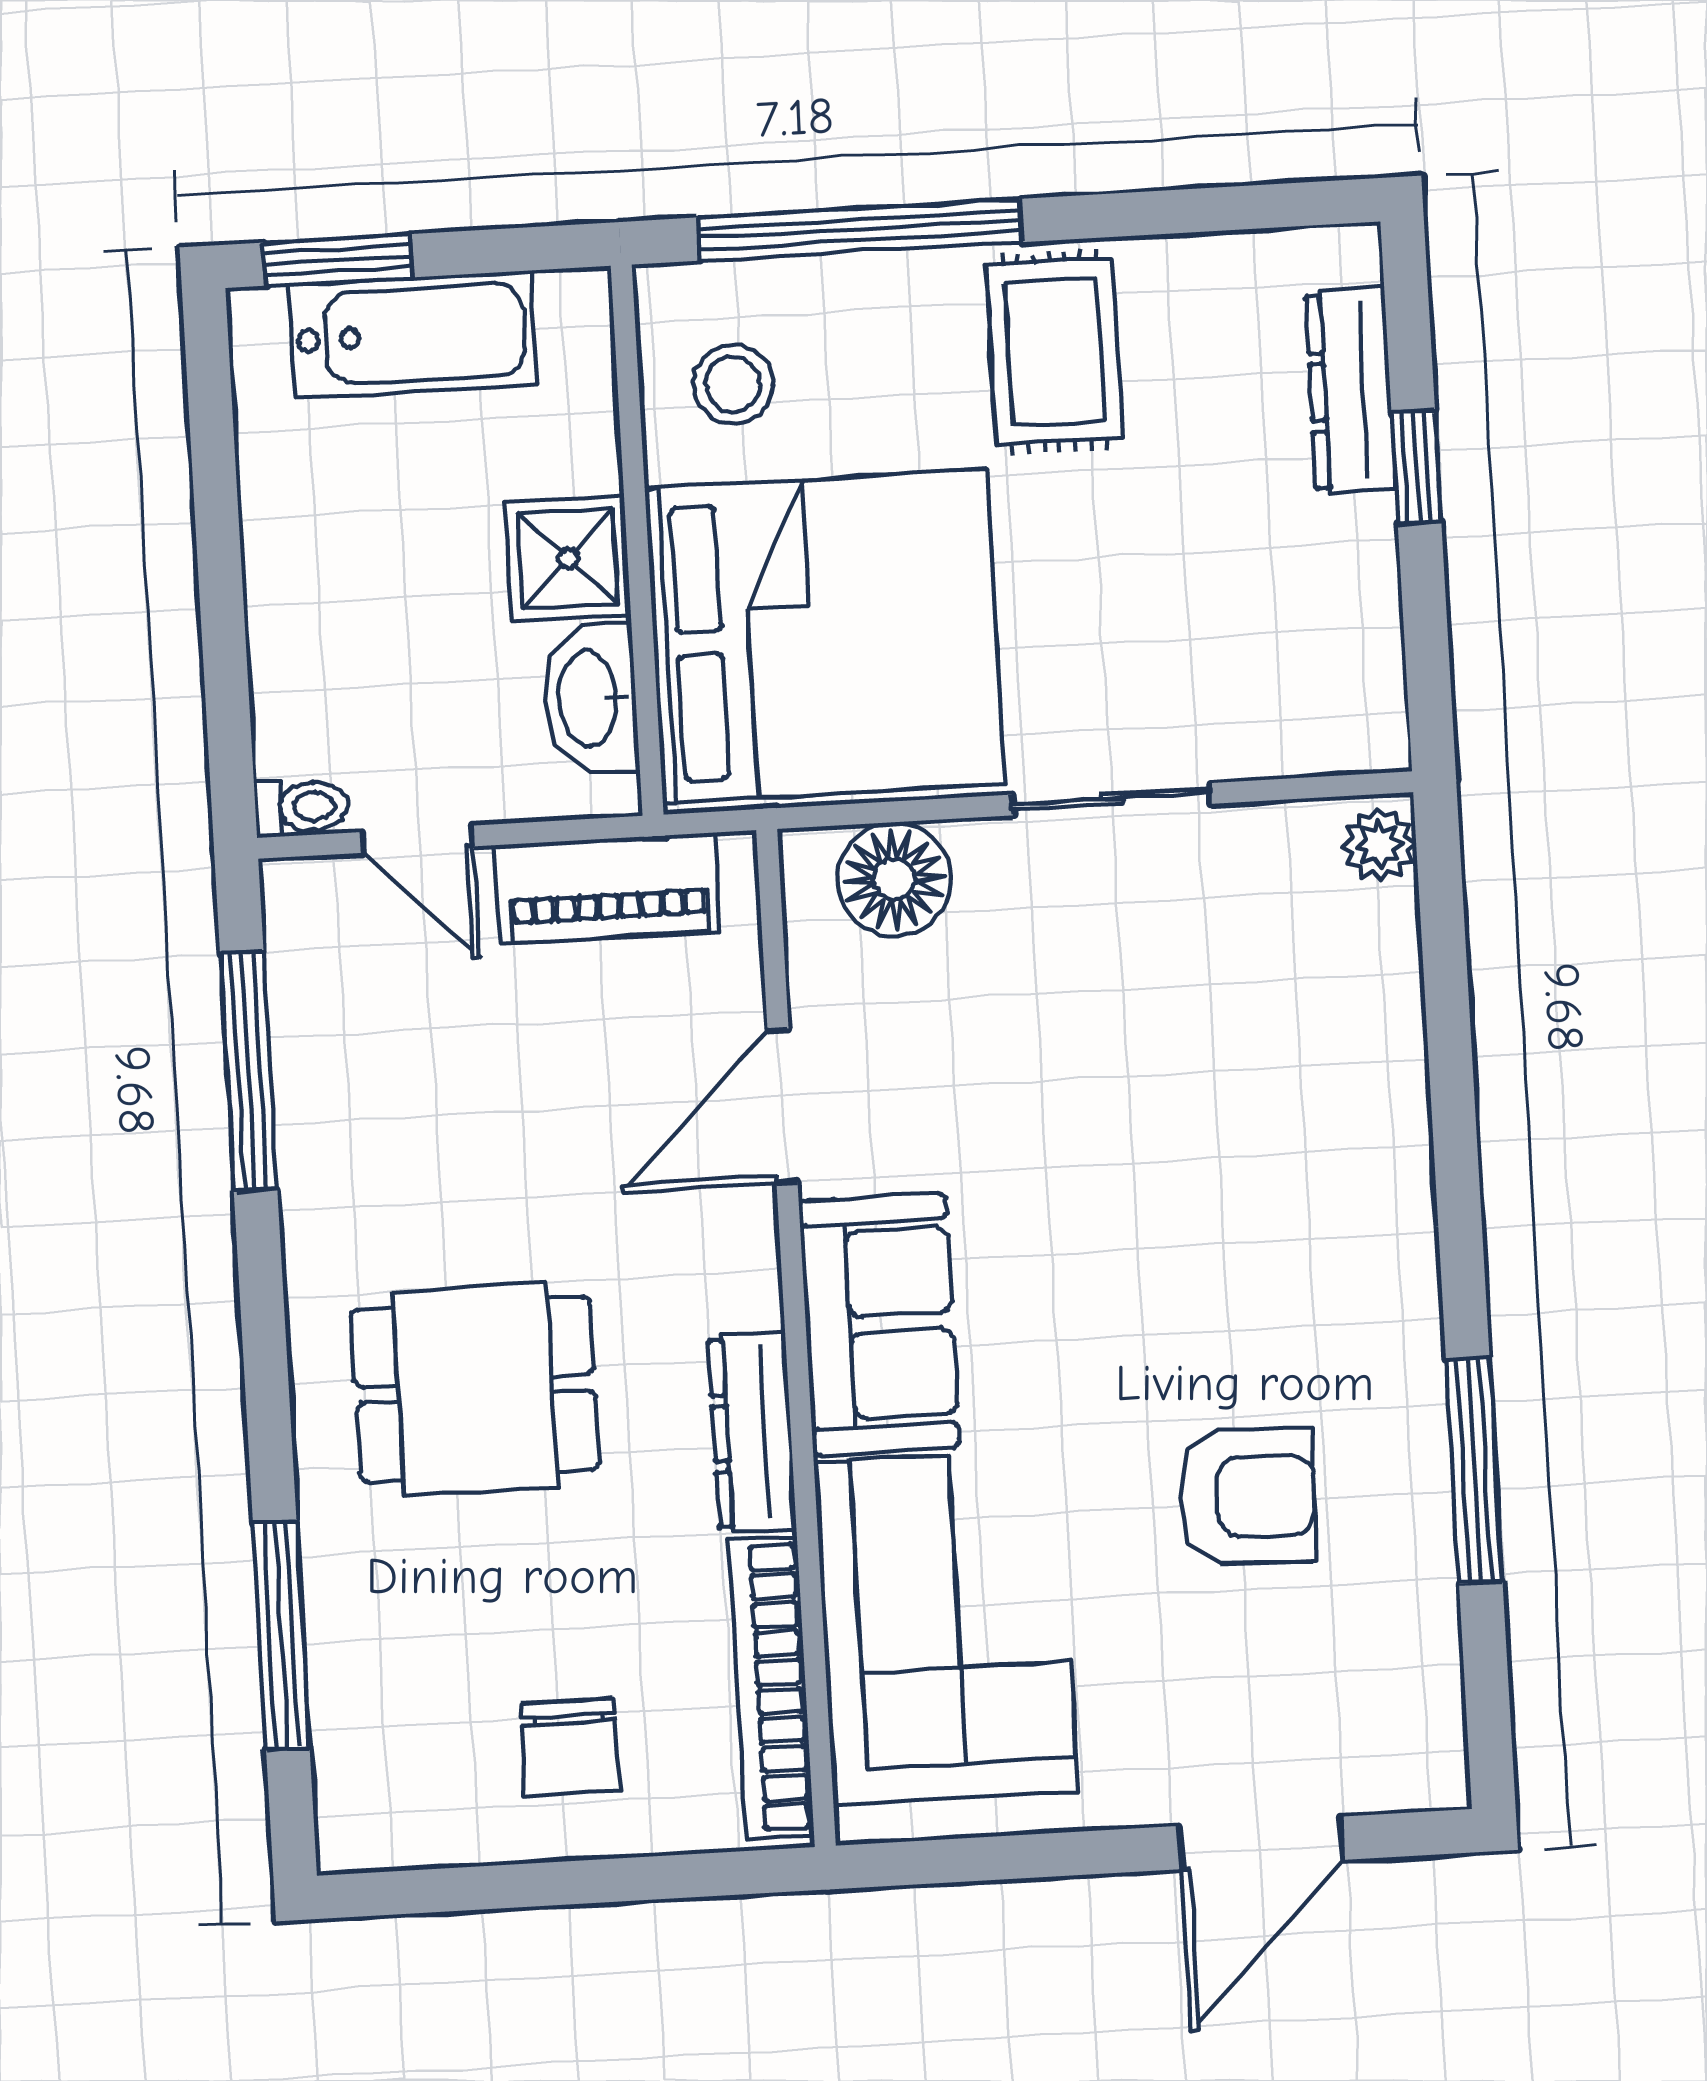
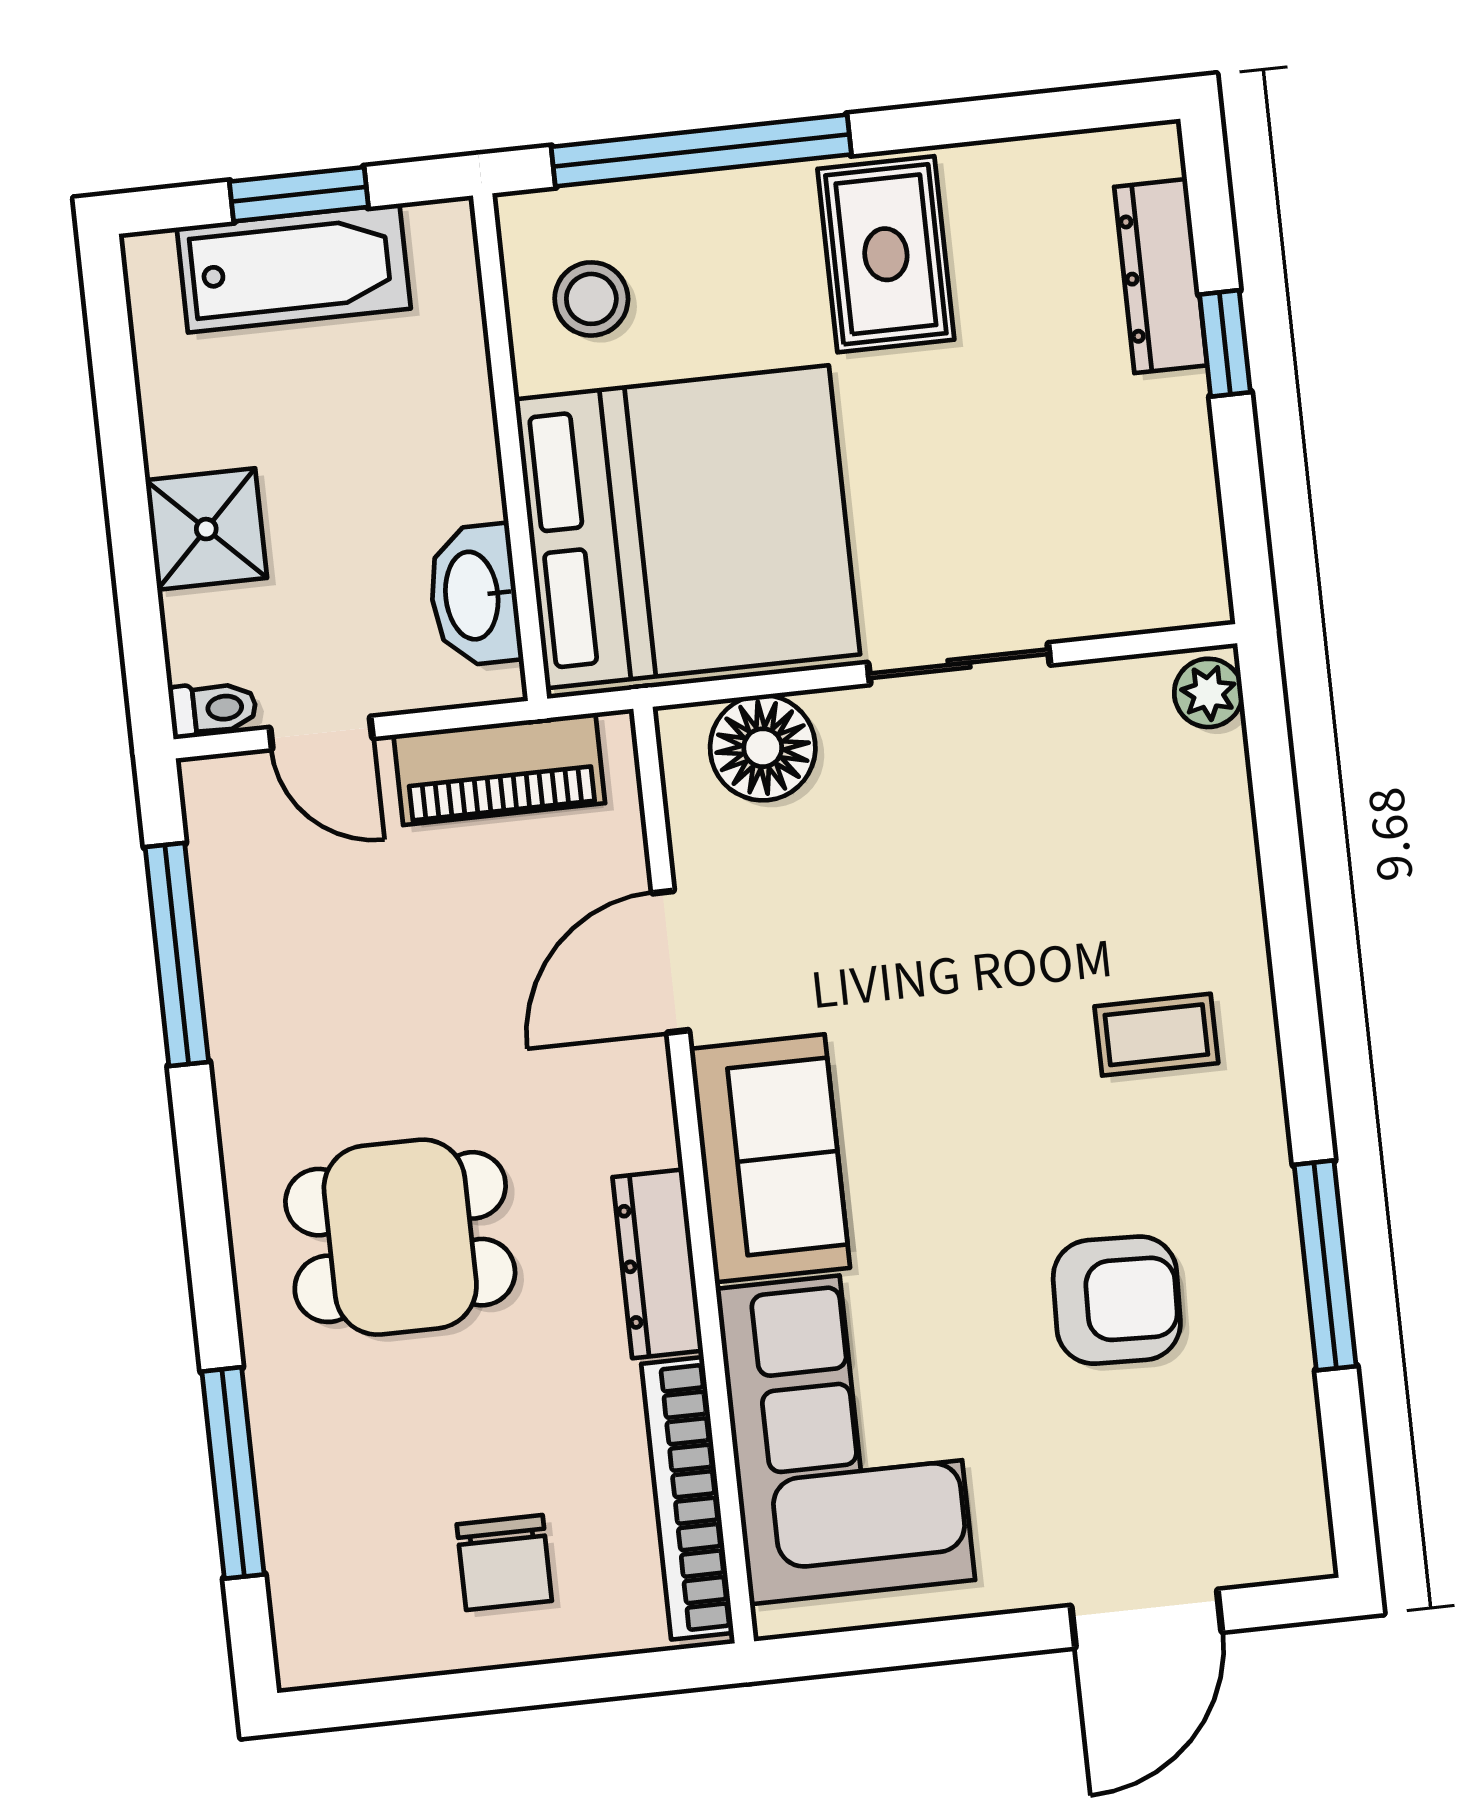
window: (338, 260) -> (299, 194), moved
shower: (568, 558) -> (206, 529), moved
coffee table: (1304, 1211) -> (1156, 1035), added

